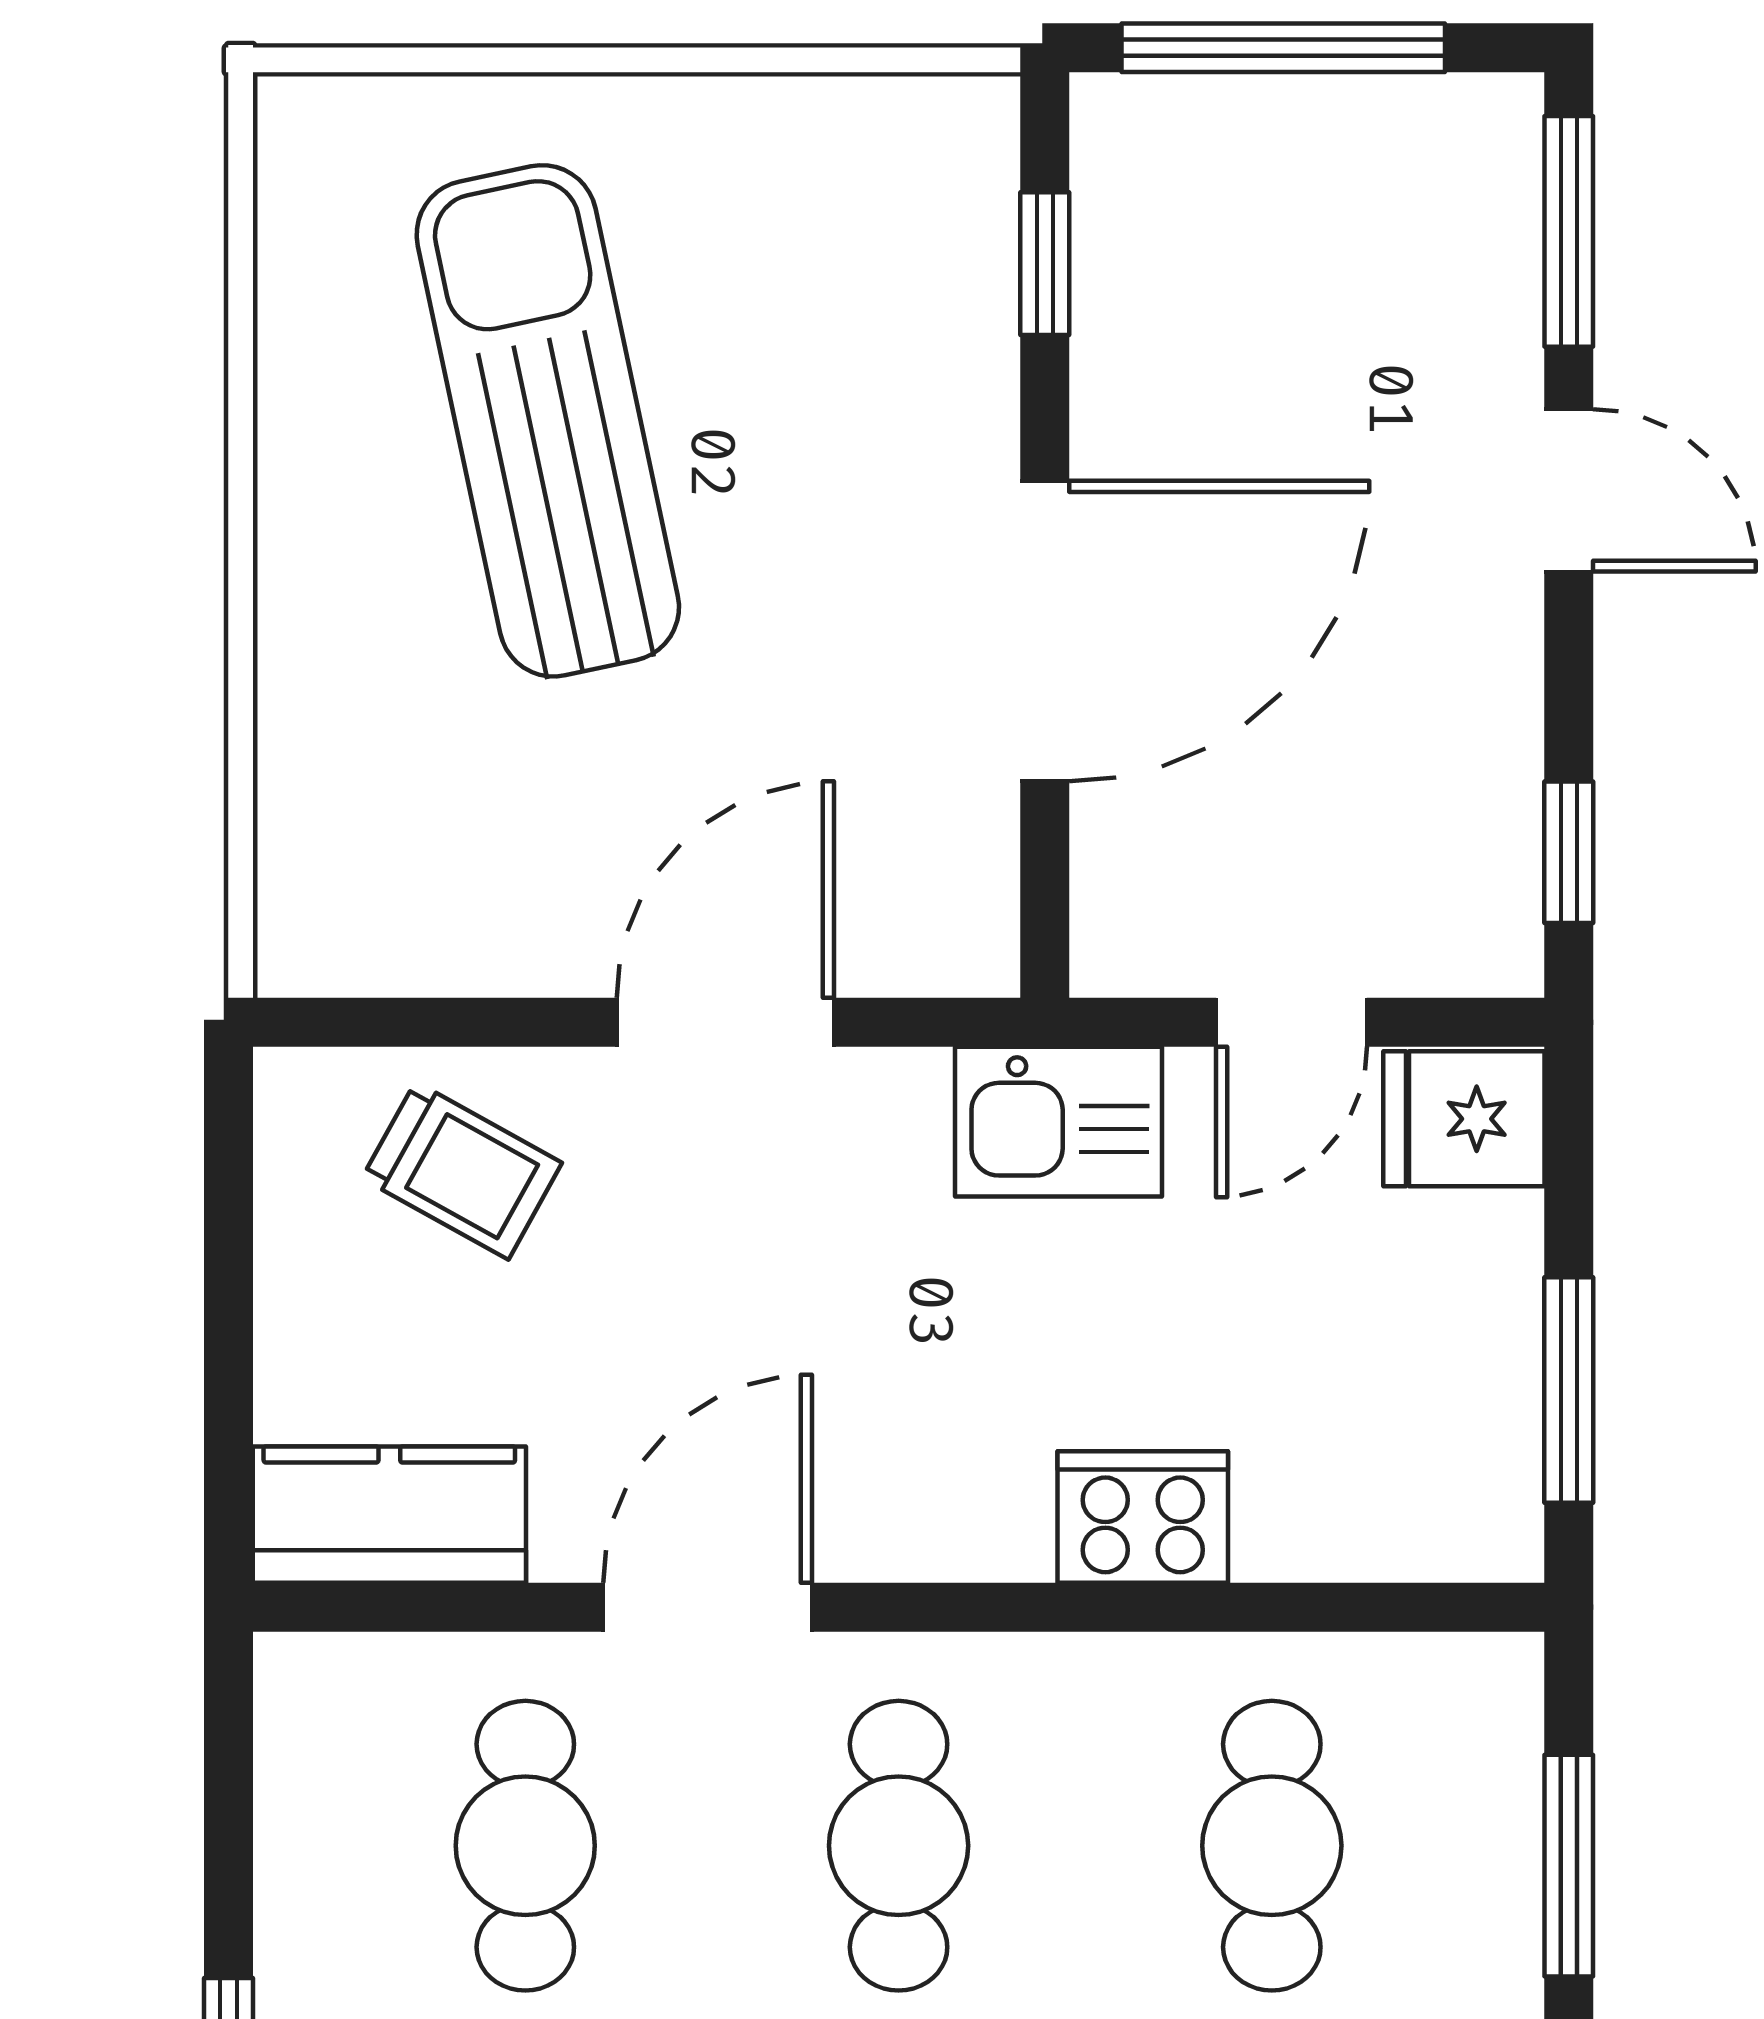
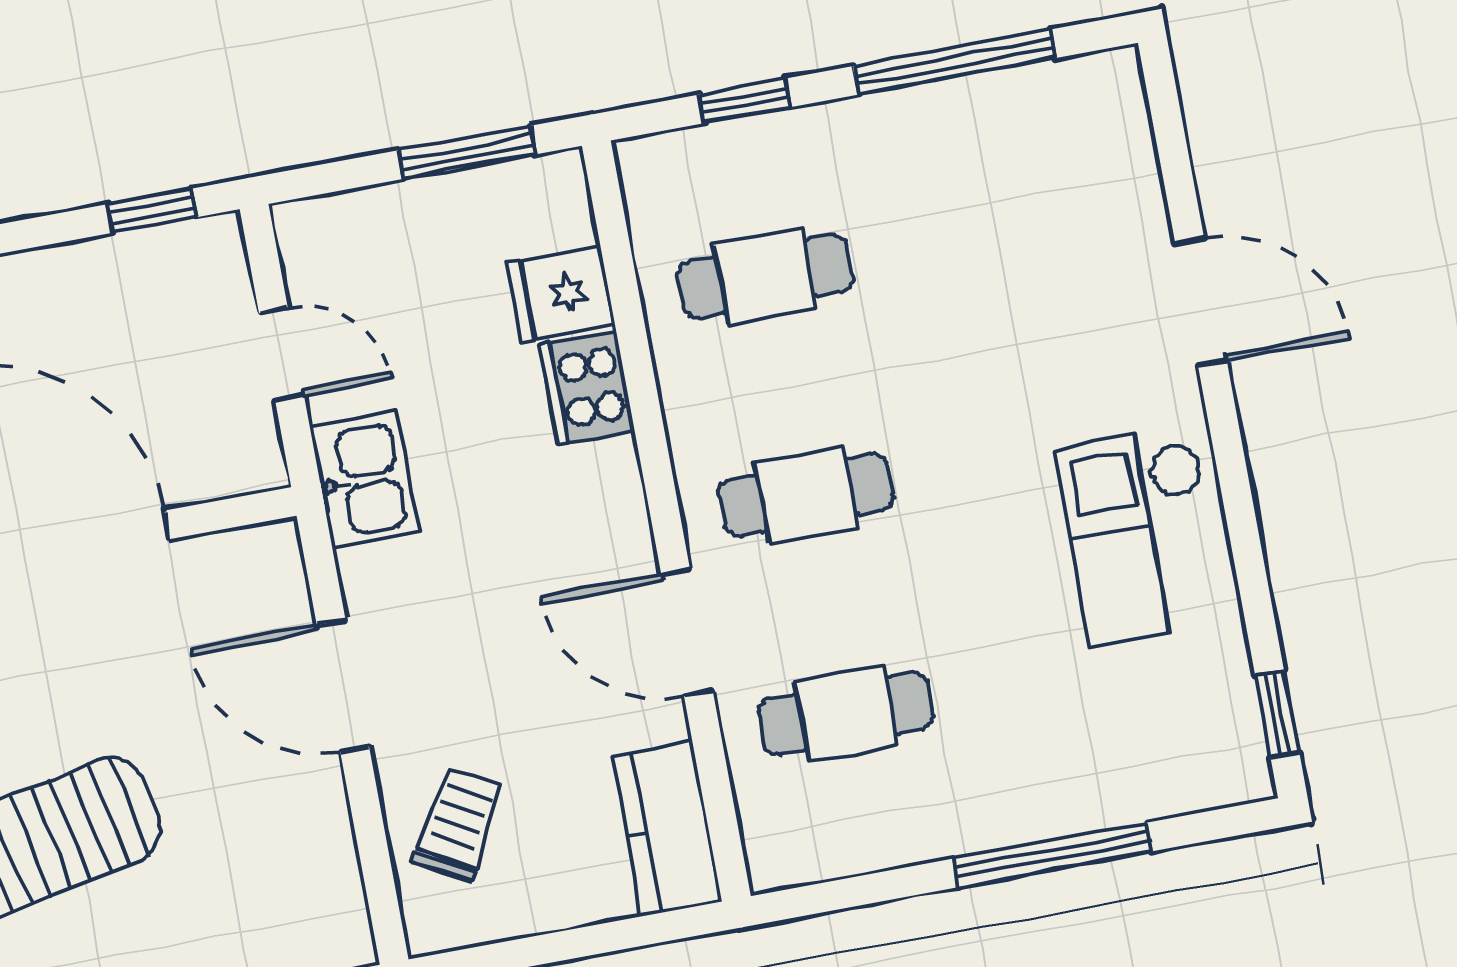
fridge: (1464, 1119) -> (561, 294), moved, turned 90
window: (1569, 1866) -> (745, 101), width x0.67

